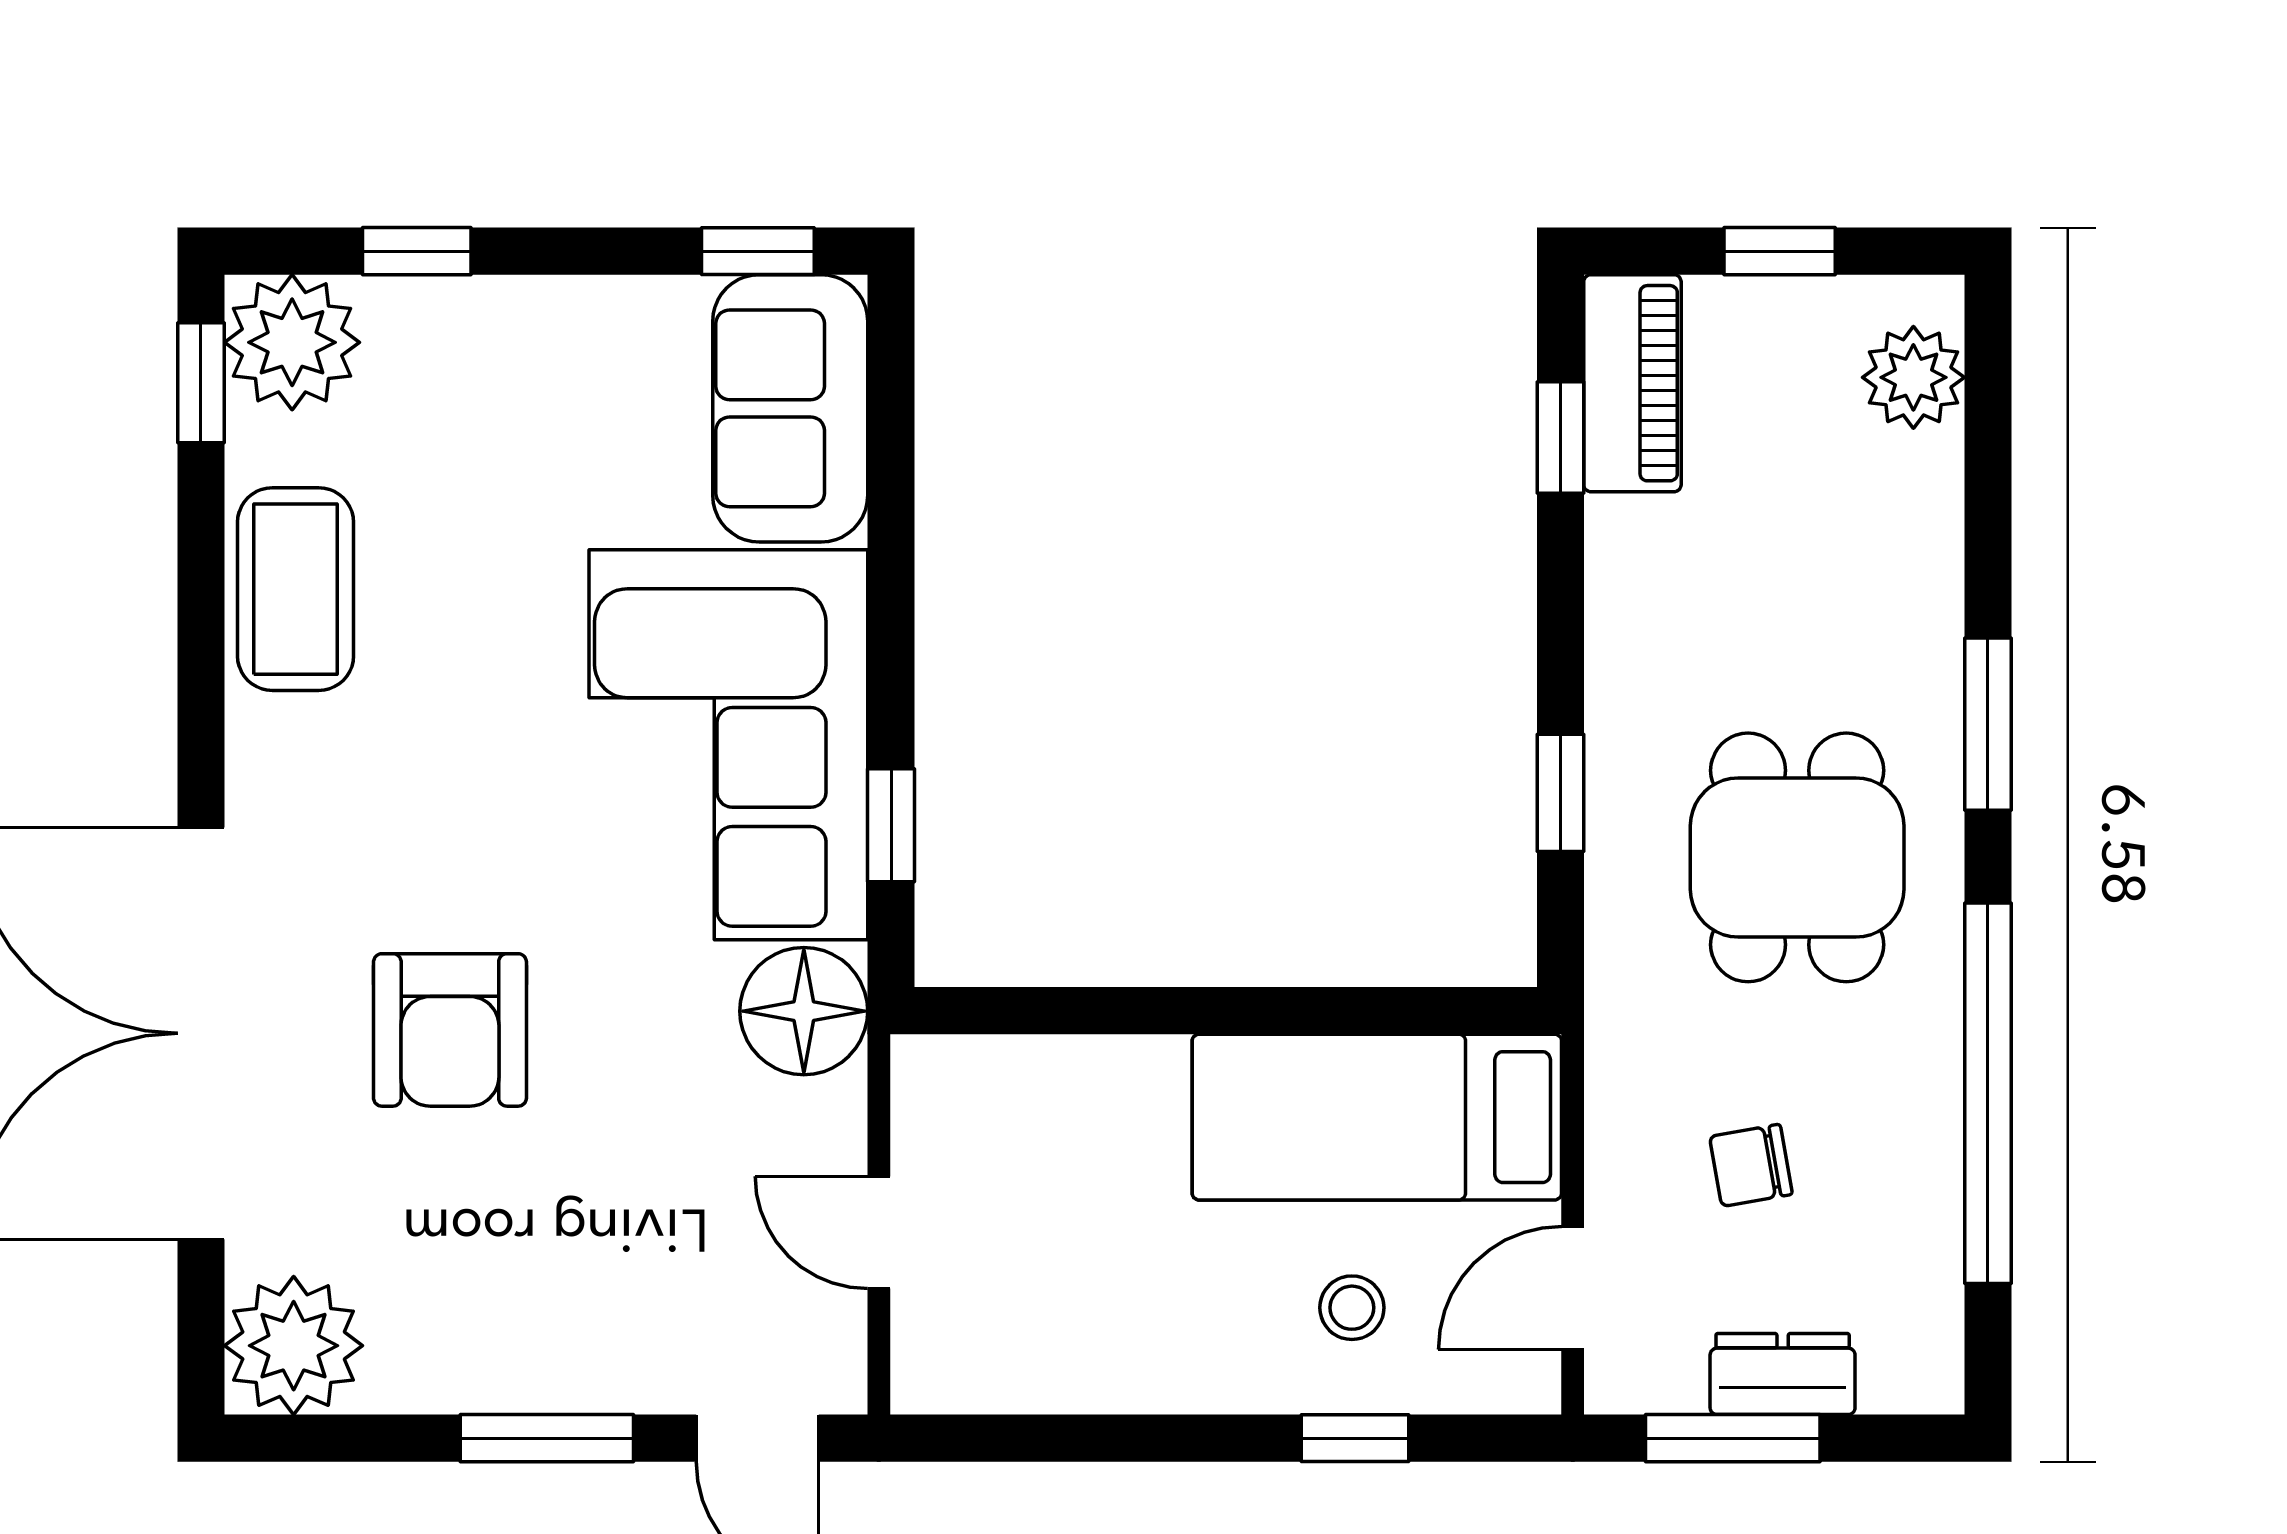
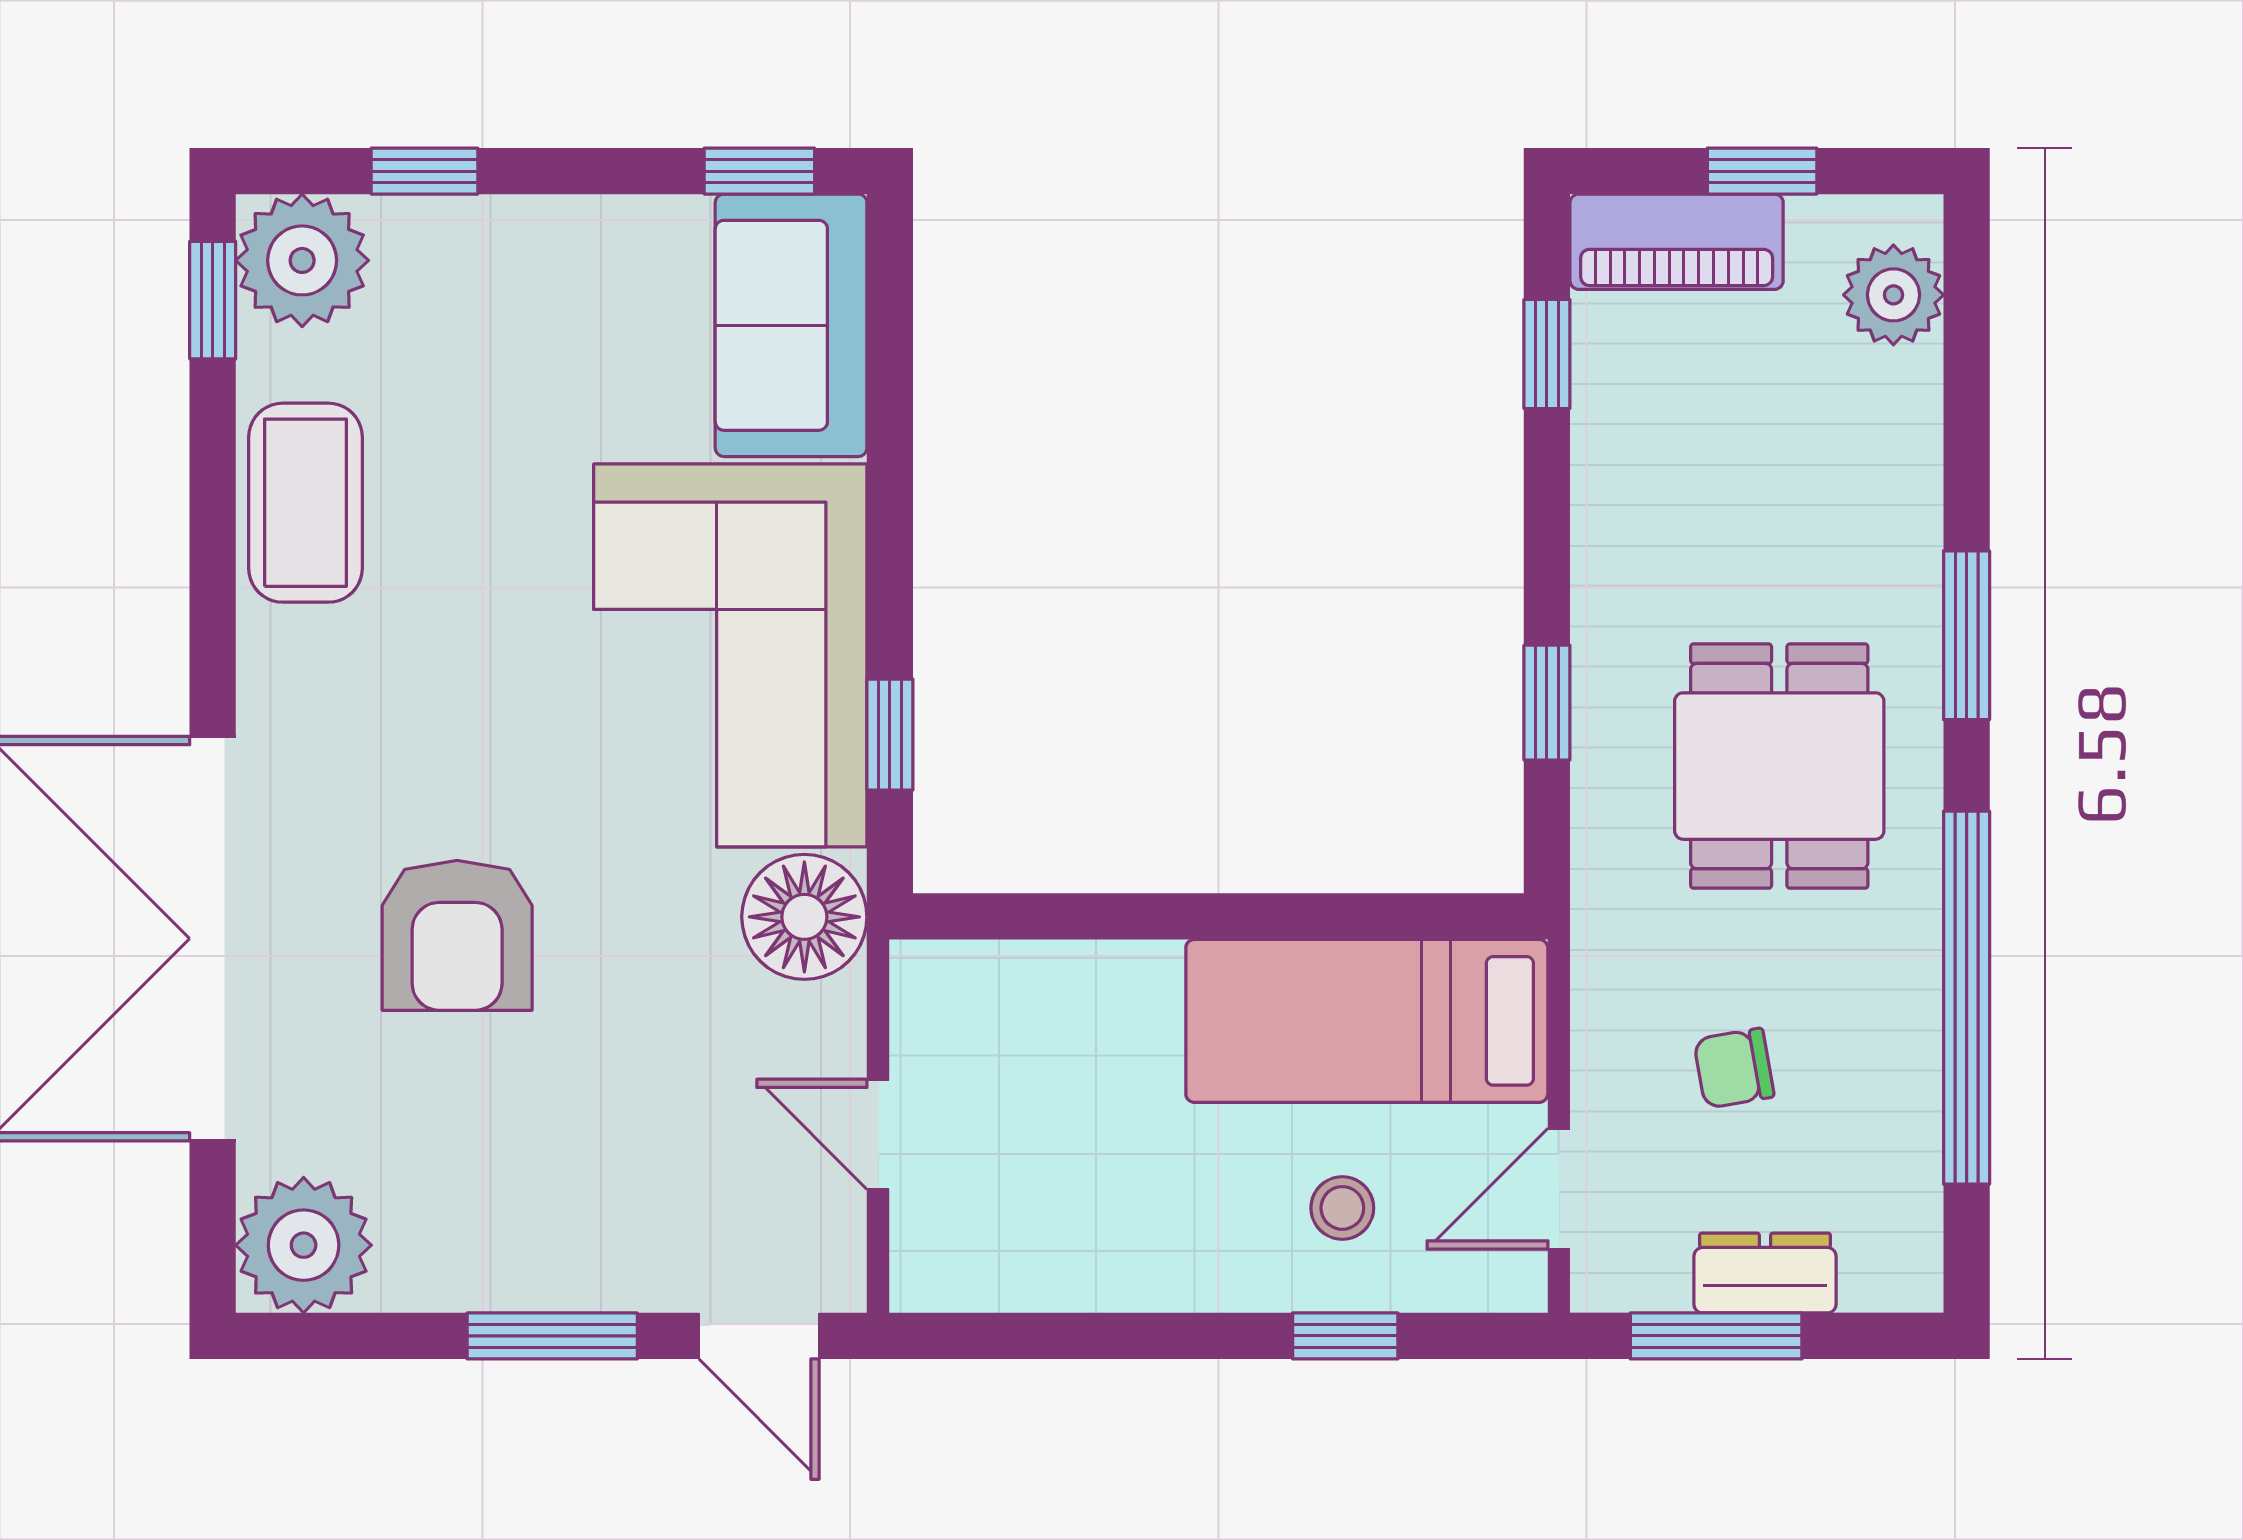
piano: (1632, 383) -> (1677, 242), moved, turned 90

